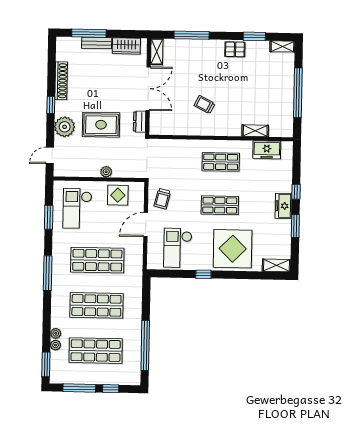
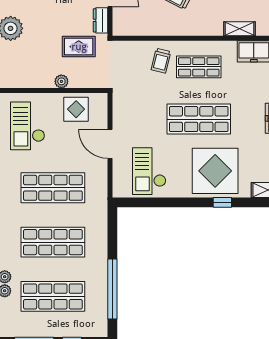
rug: (101, 125) -> (79, 47), moved, width x0.73, depth x0.70
trolley: (162, 199) -> (161, 61), moved
shop shelf: (220, 205) -> (199, 119), width x1.43, depth x1.36
door: (146, 225) -> (110, 144), hinge flipped
window: (203, 274) -> (222, 202), moved

